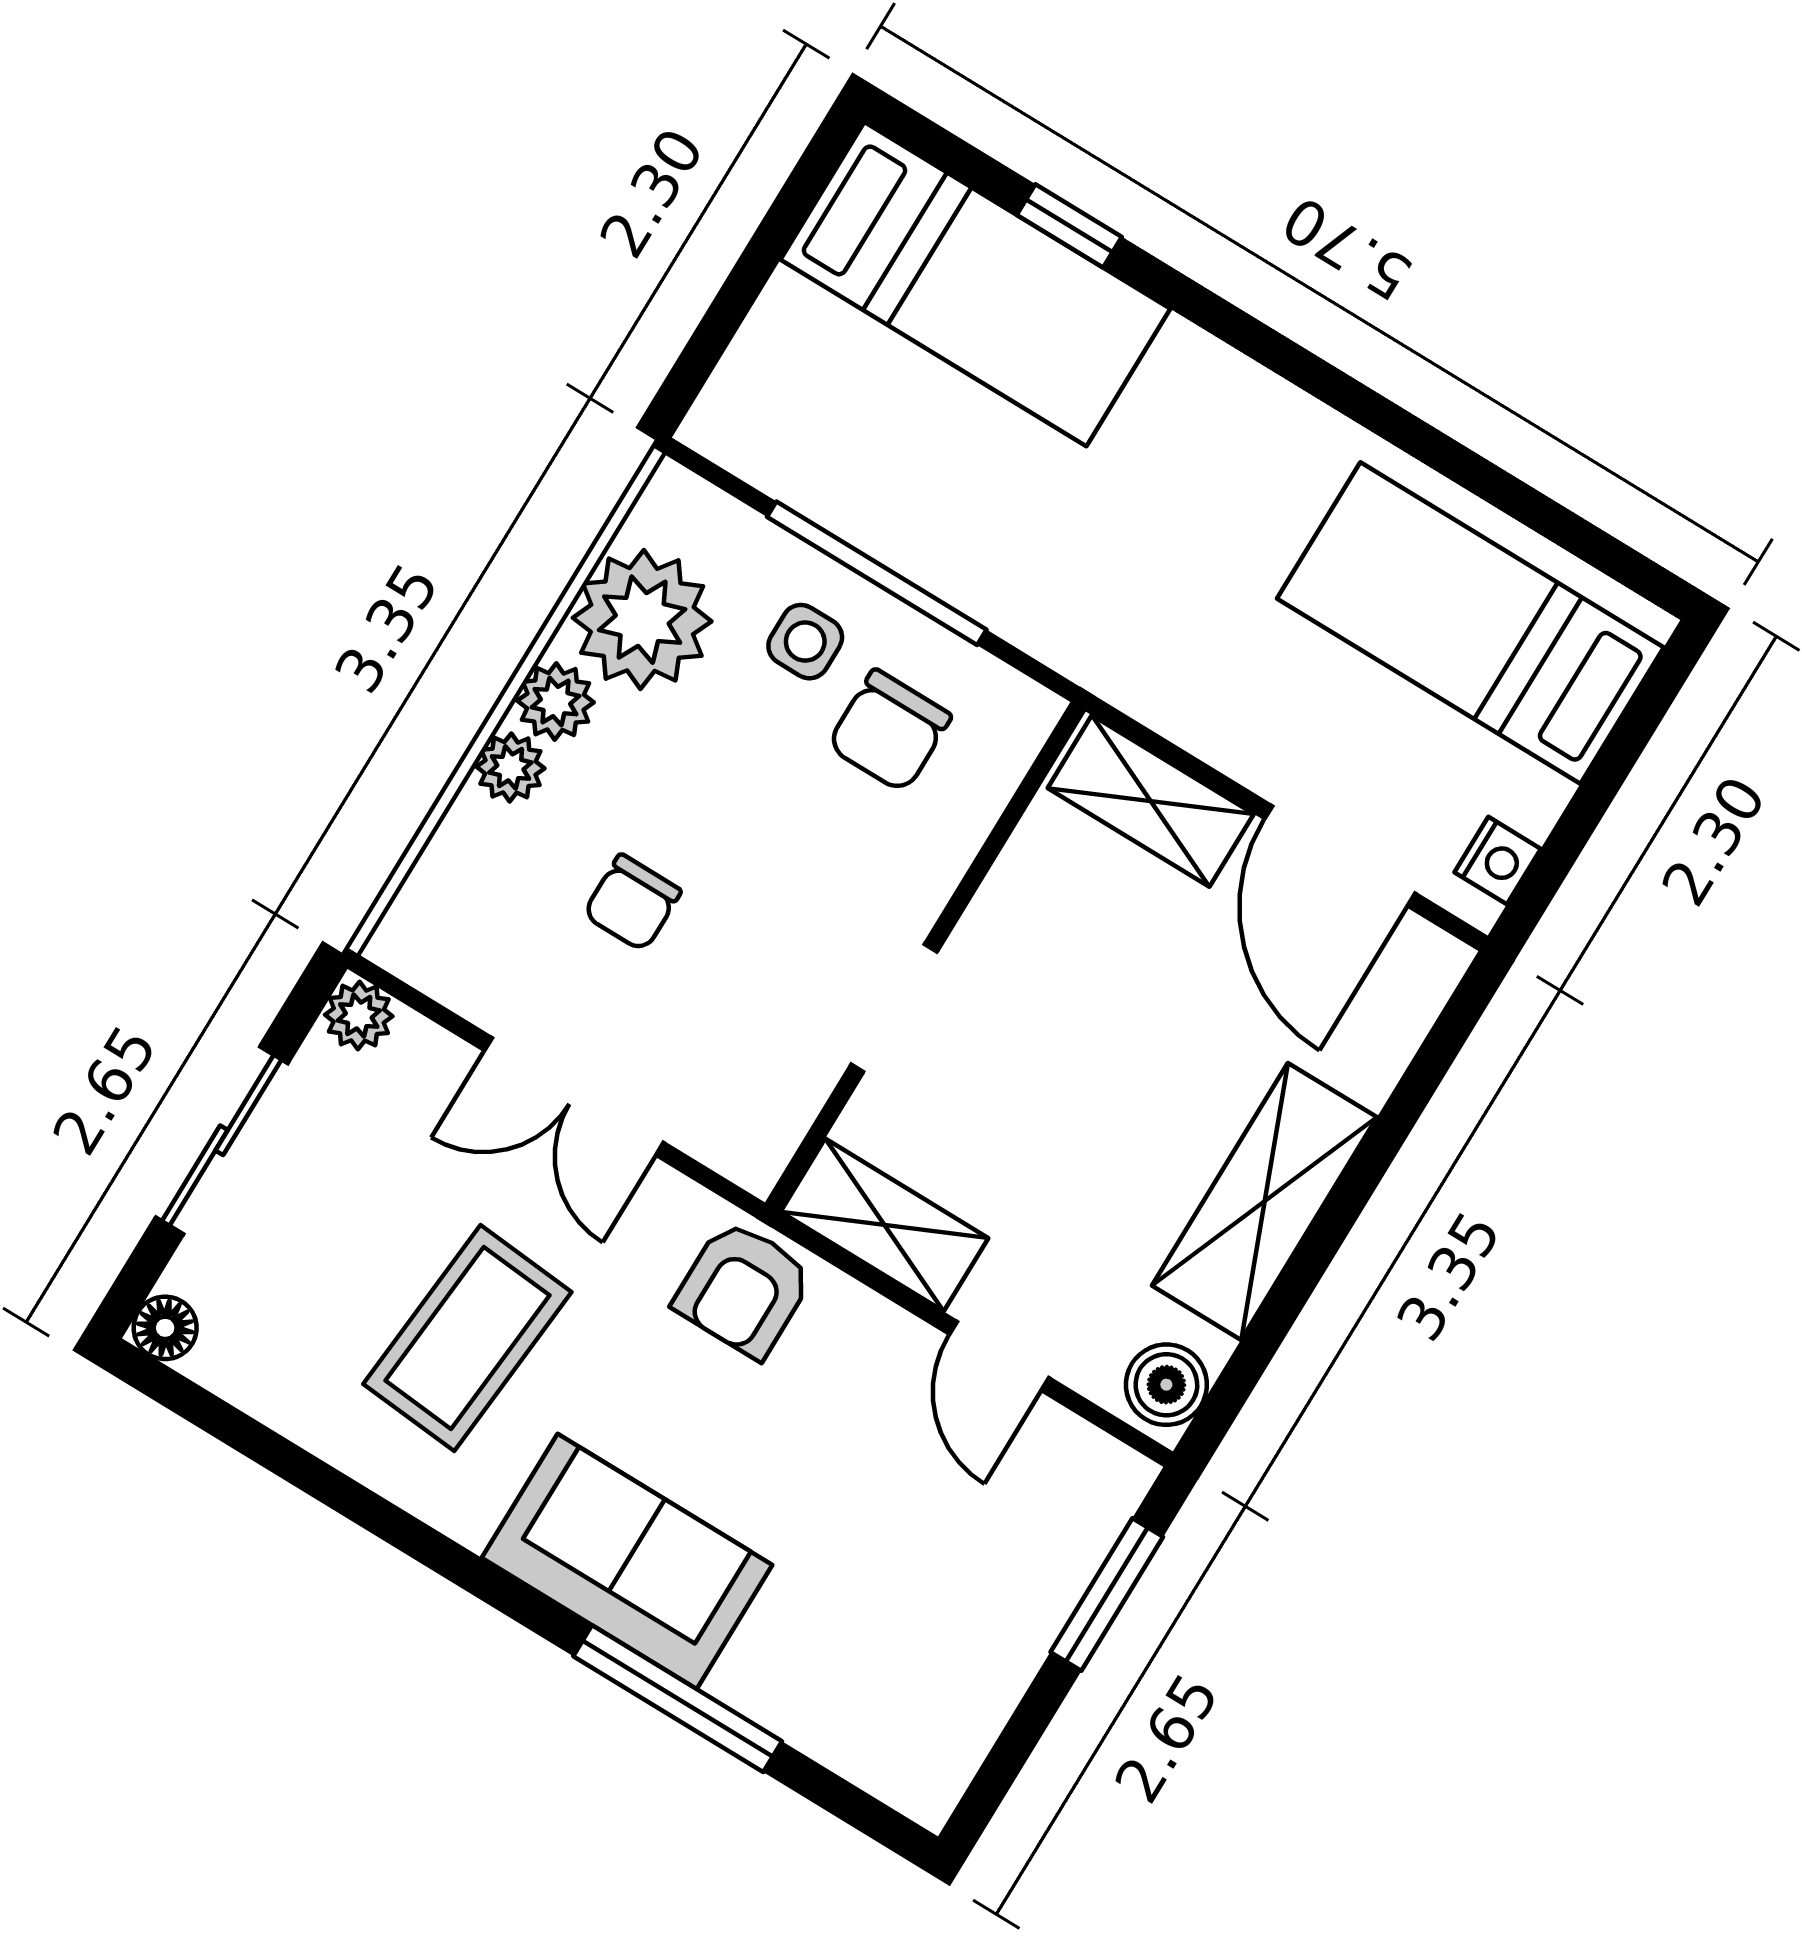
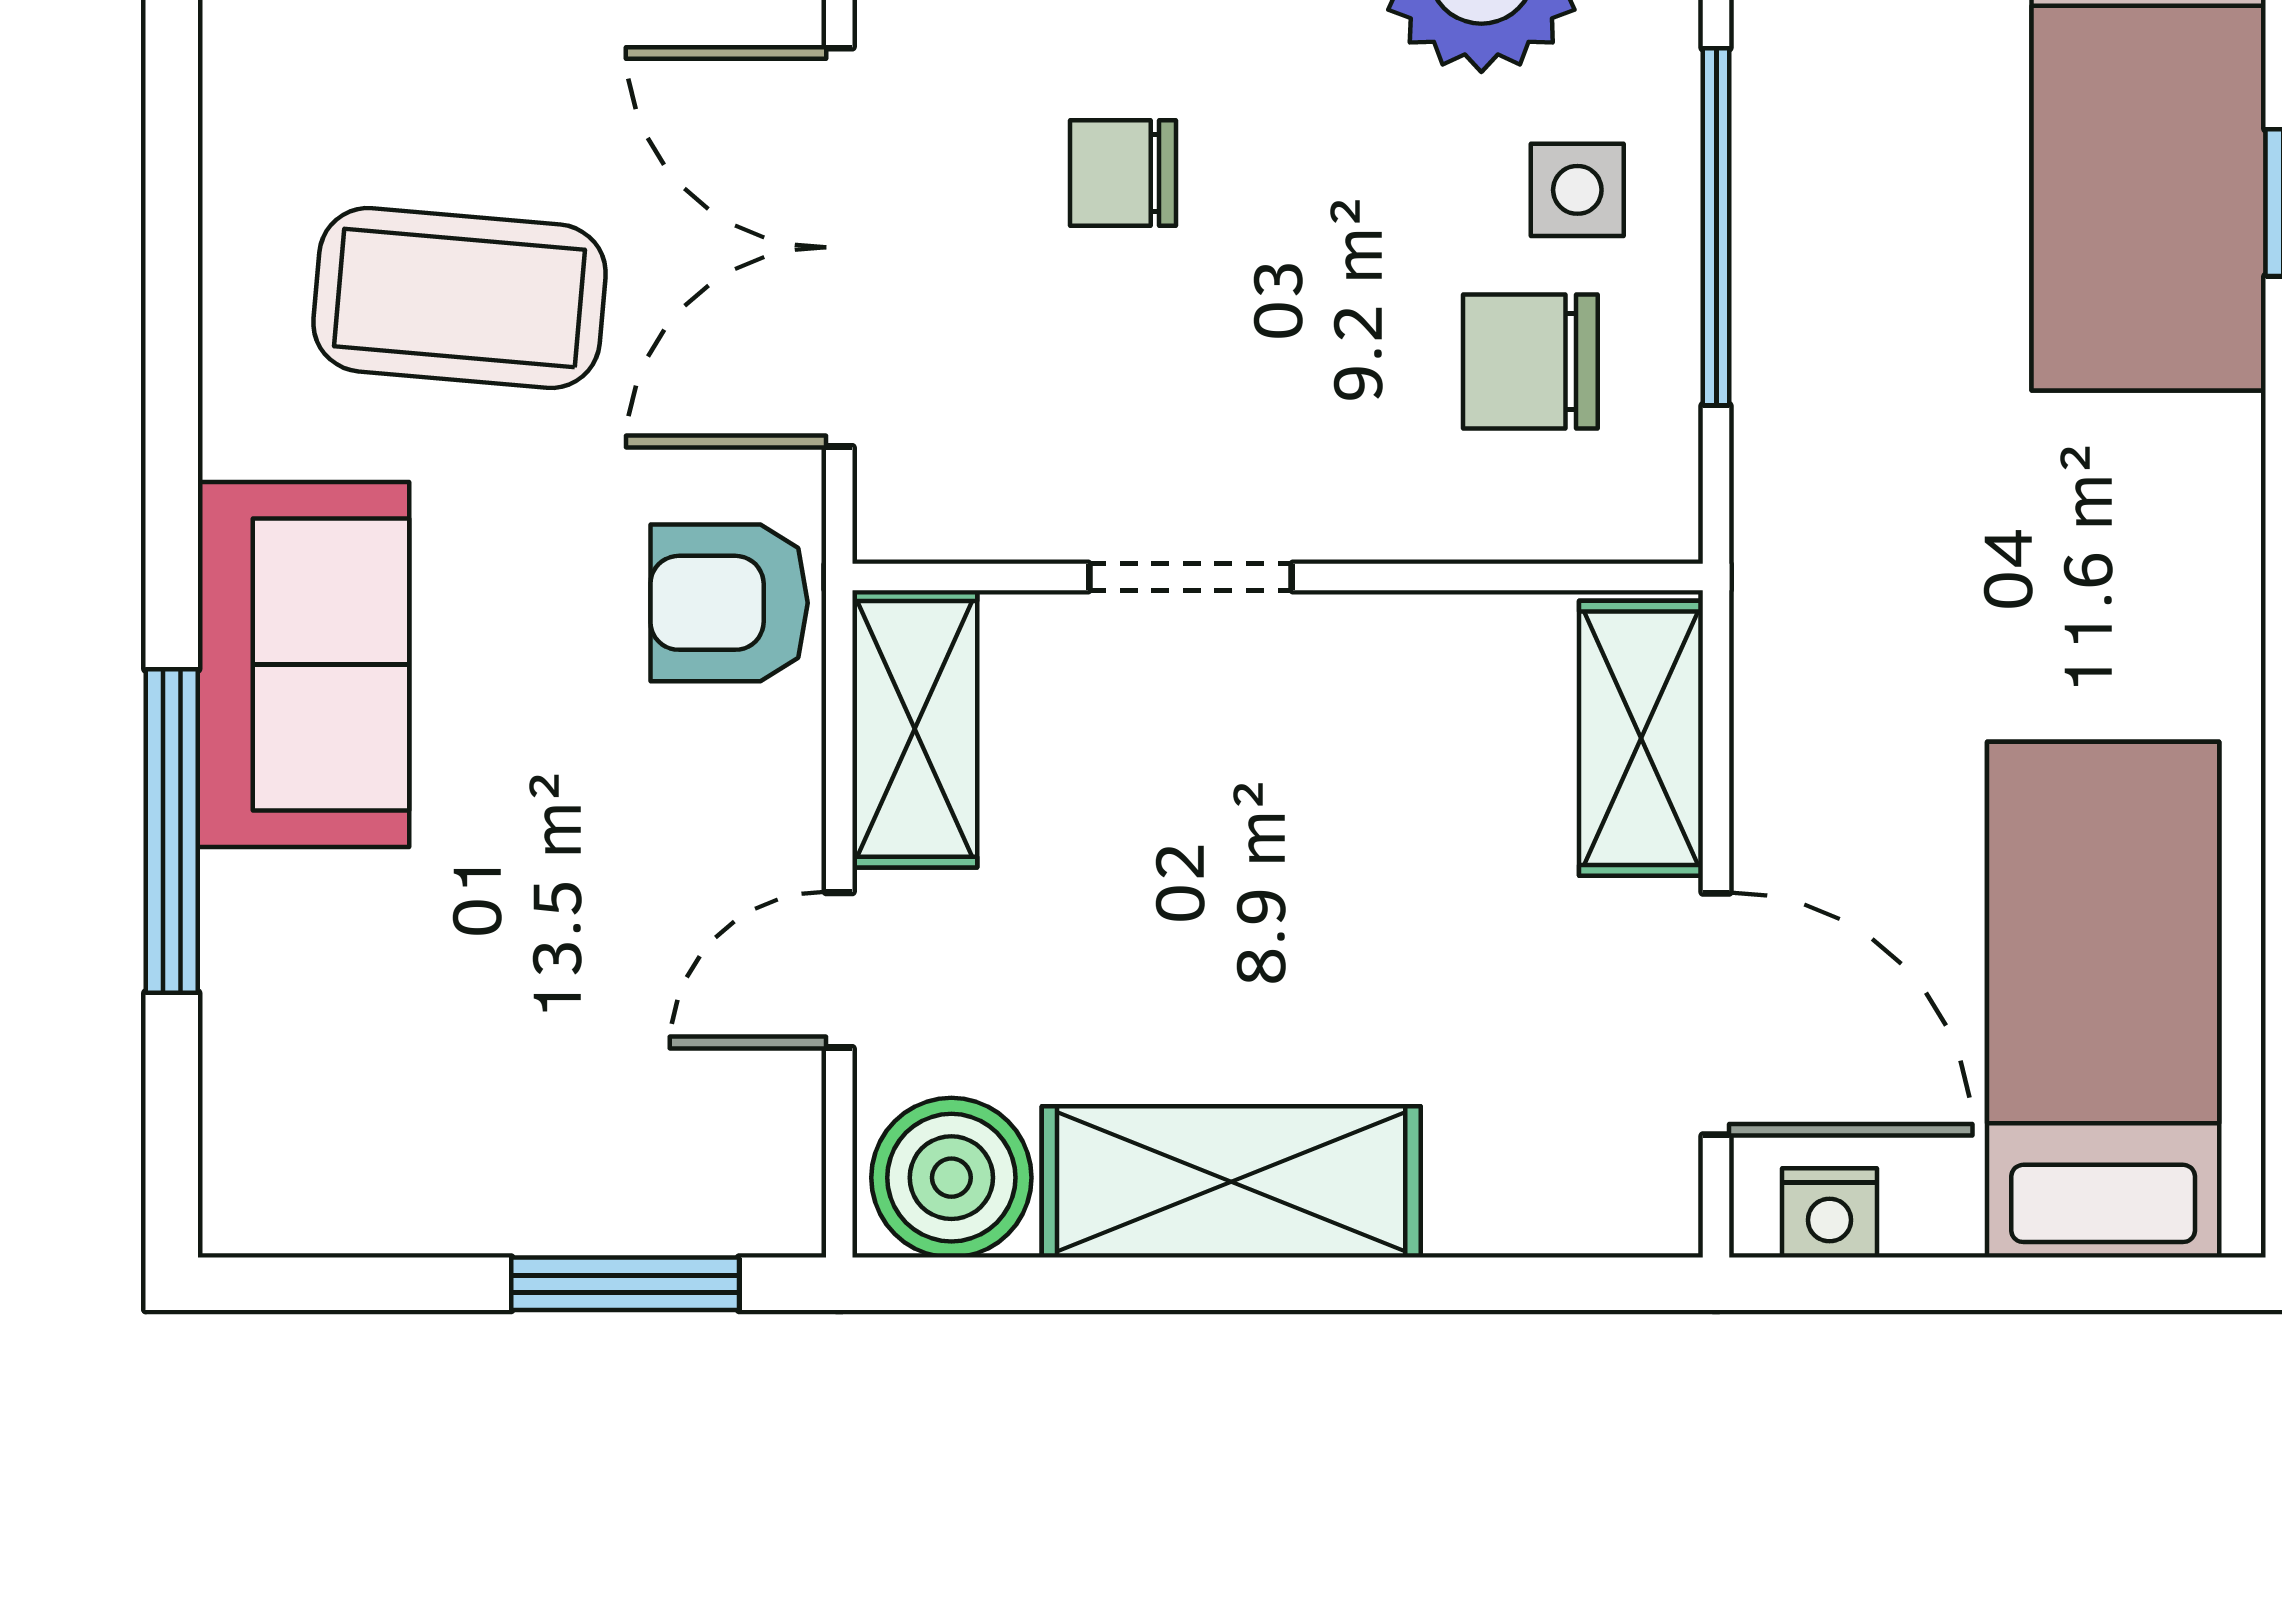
door: (1340, 856) -> (1716, 1014), swing flipped
double door: (574, 1096) -> (839, 247), width x1.37
boiler: (1166, 1385) -> (951, 1178), width x1.36, depth x1.36

